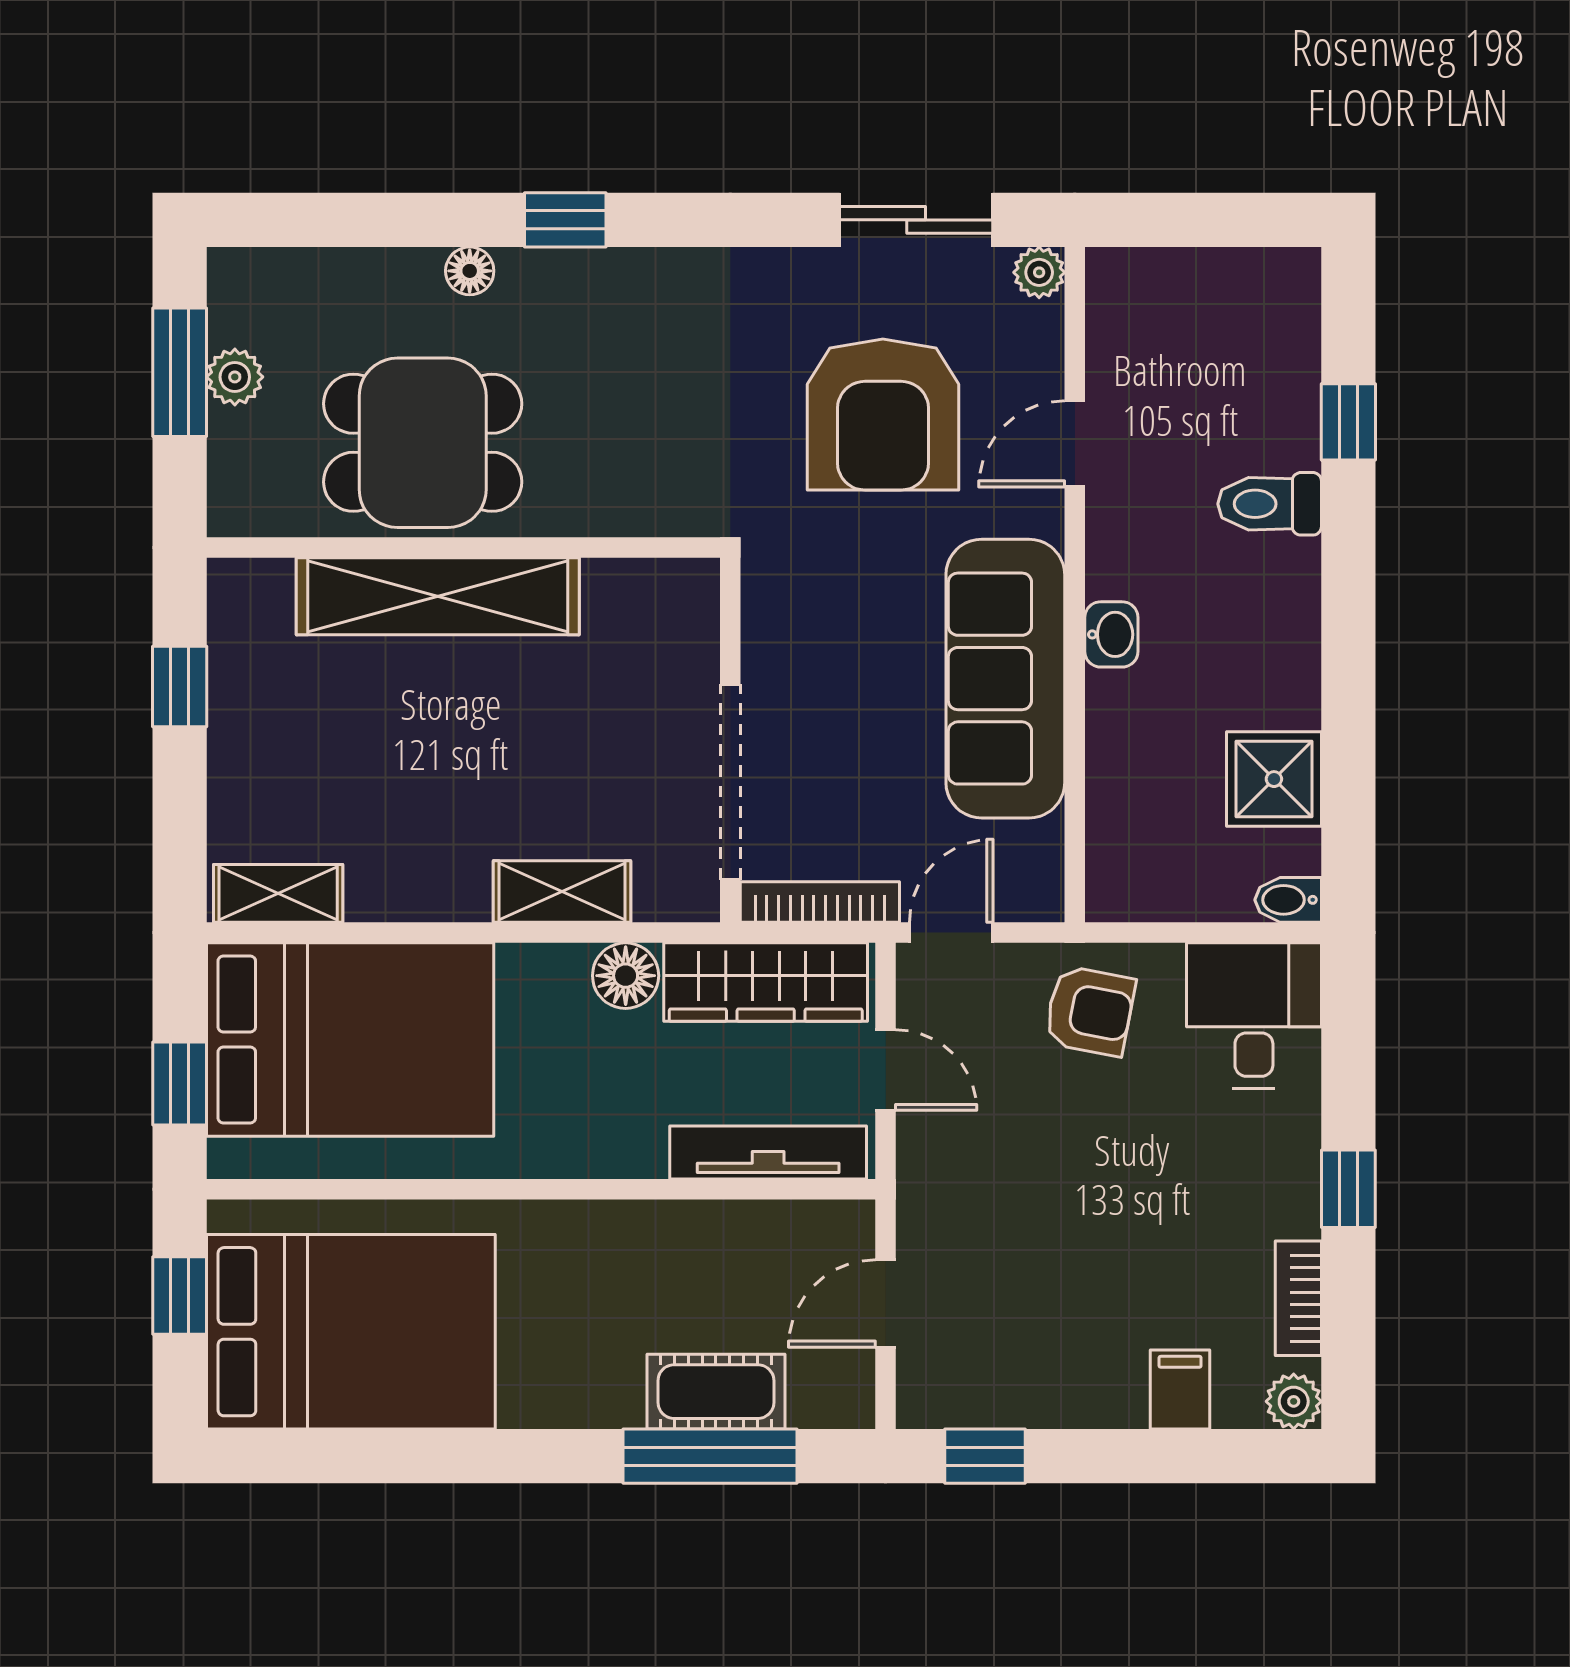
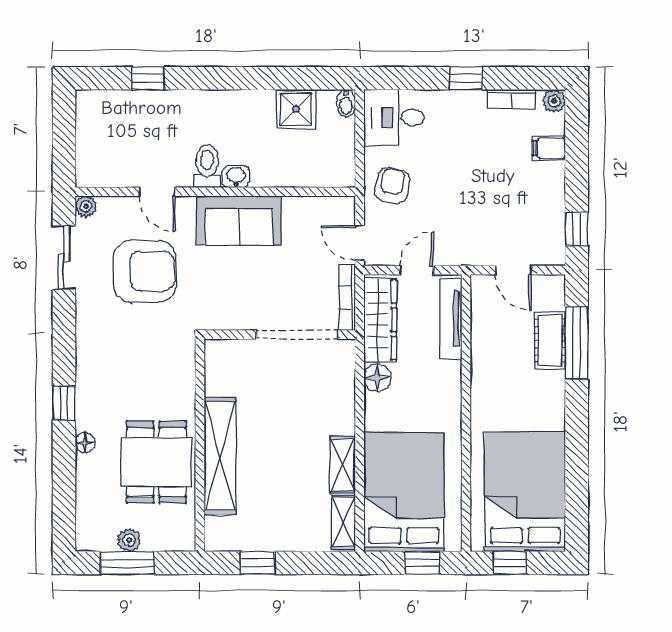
toilet: (1270, 504) -> (207, 166), moved, turned 180
sofa: (1005, 679) -> (239, 220), width x0.73
shelving: (562, 892) -> (343, 465), moved

